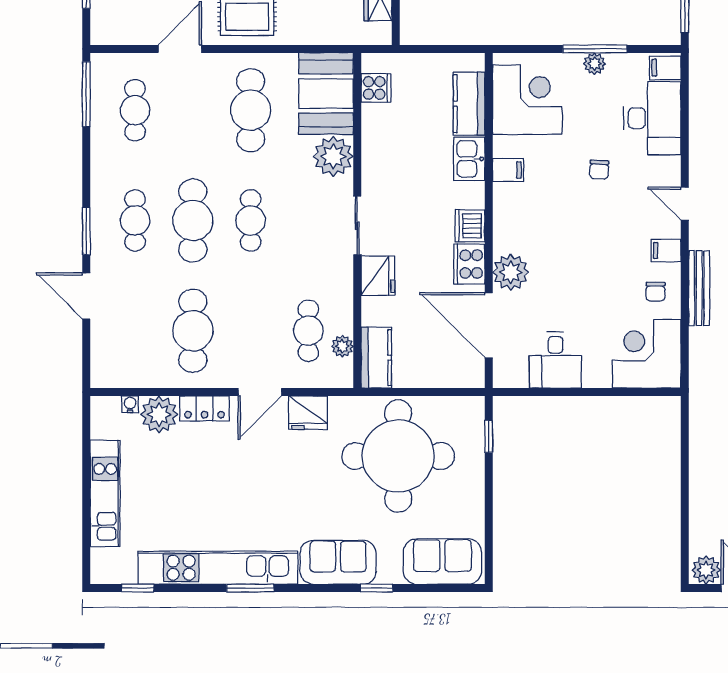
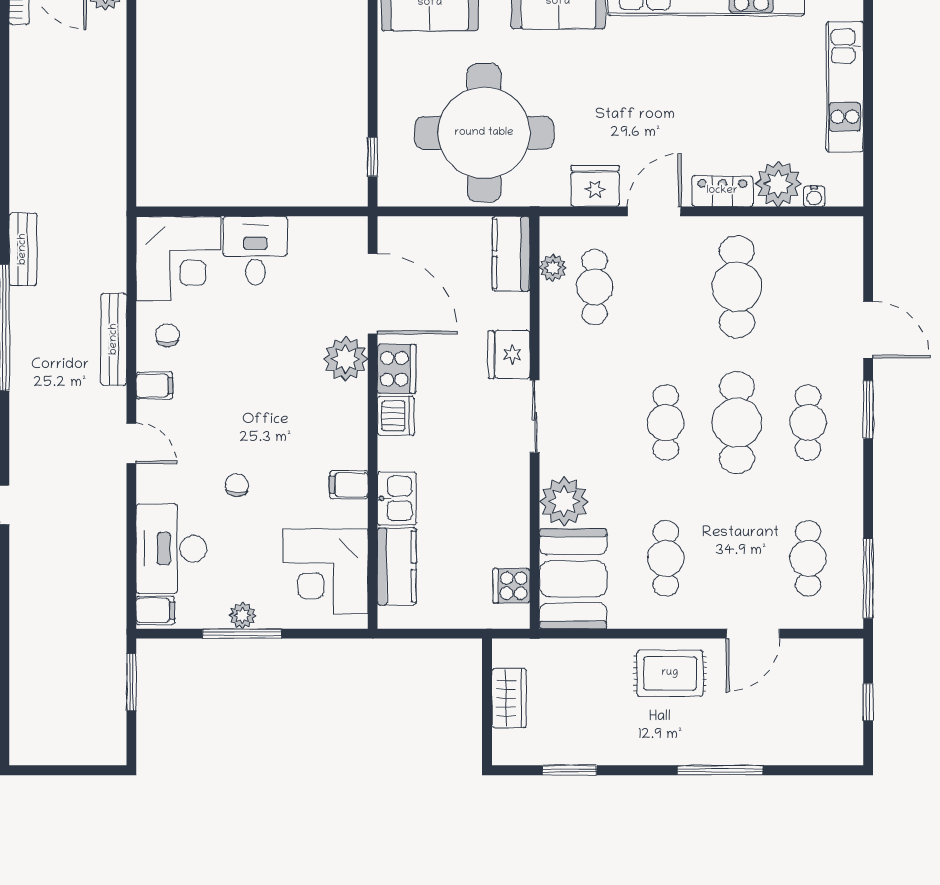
cafe table: (251, 110) -> (666, 558), width x0.73, depth x0.74
desk: (555, 360) -> (255, 251), moved

